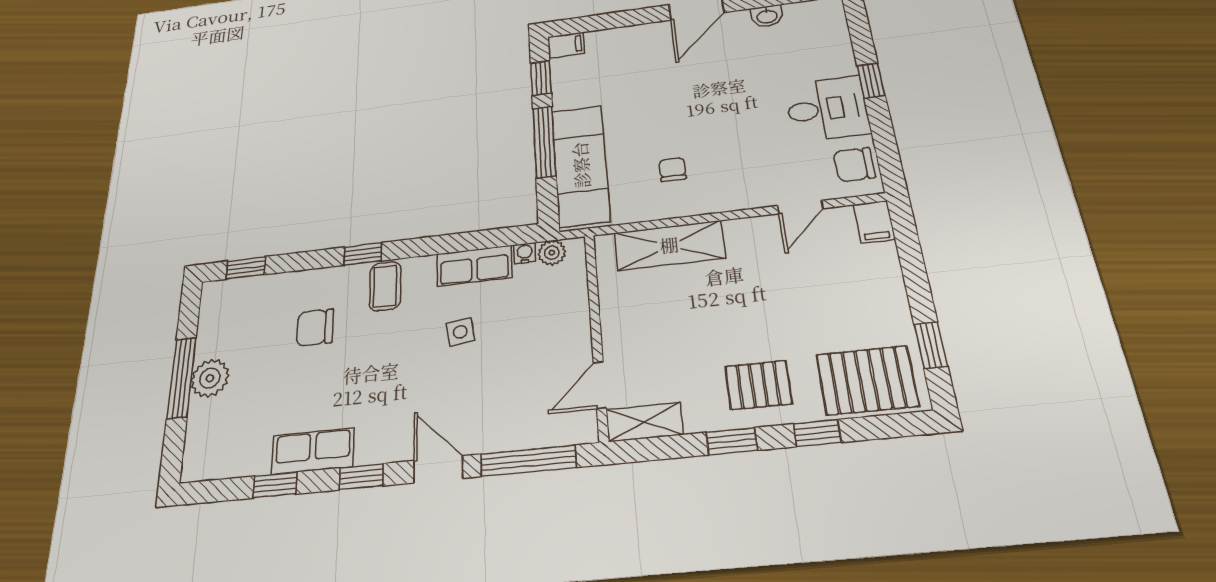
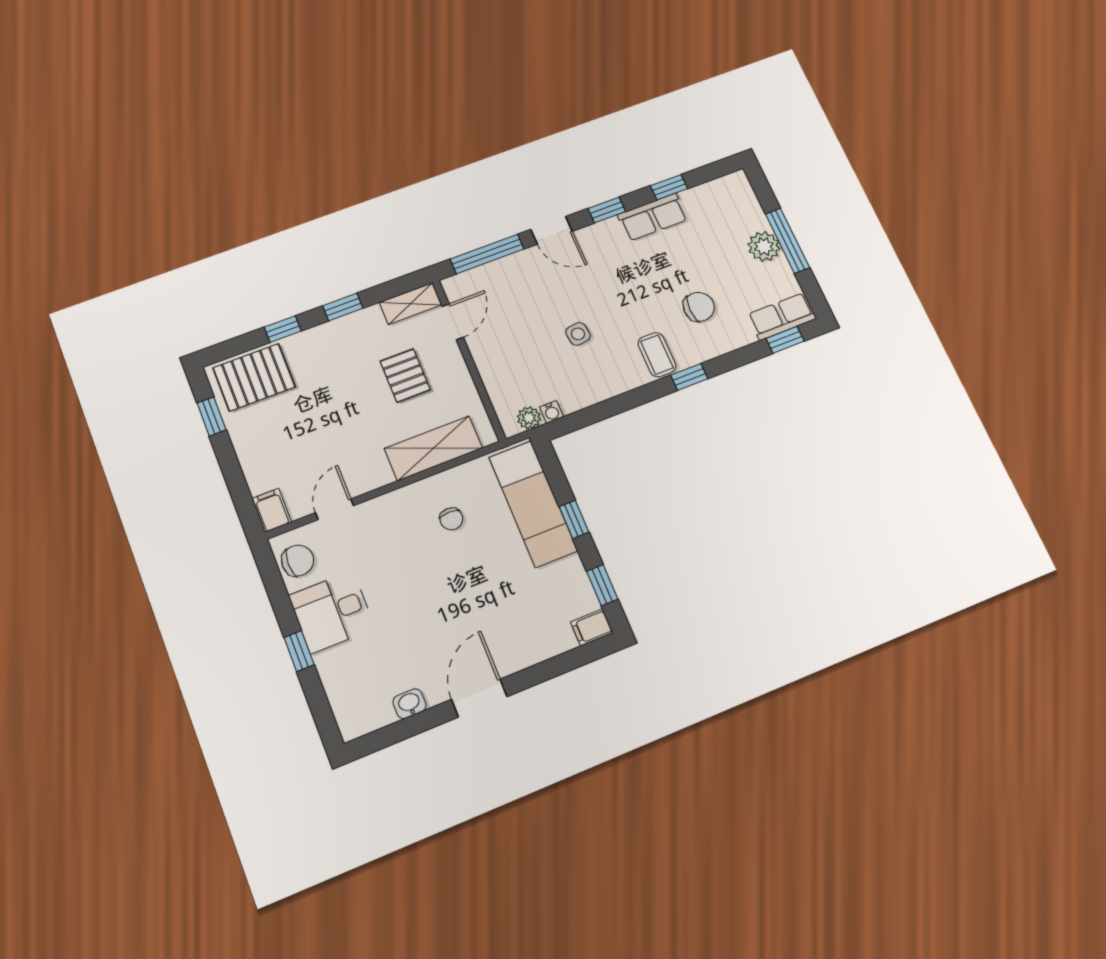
window: (544, 142) -> (574, 519), width x0.46
row of seats: (474, 266) -> (782, 316), moved
pallet: (758, 385) -> (405, 376), moved, turned 90

